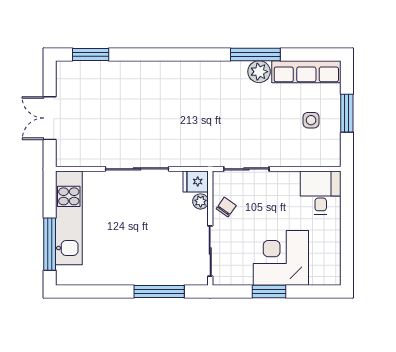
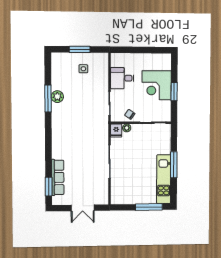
row of seats: (306, 72) -> (58, 177), moved
desk: (321, 193) -> (122, 78), moved
kitchen unit: (69, 218) -> (164, 179), moved, turned -90
window: (159, 292) -> (174, 165), moved

